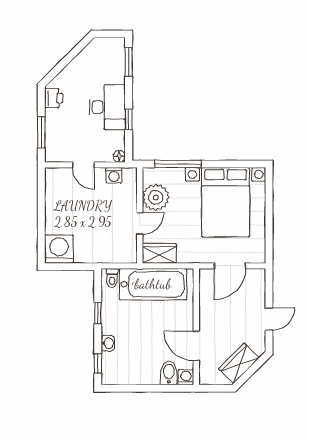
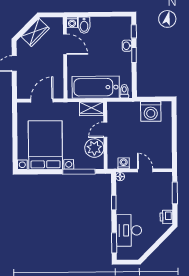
desk: (107, 107) -> (129, 230), moved
washing machine: (59, 249) -> (151, 111), moved
window: (98, 313) -> (134, 55), moved

